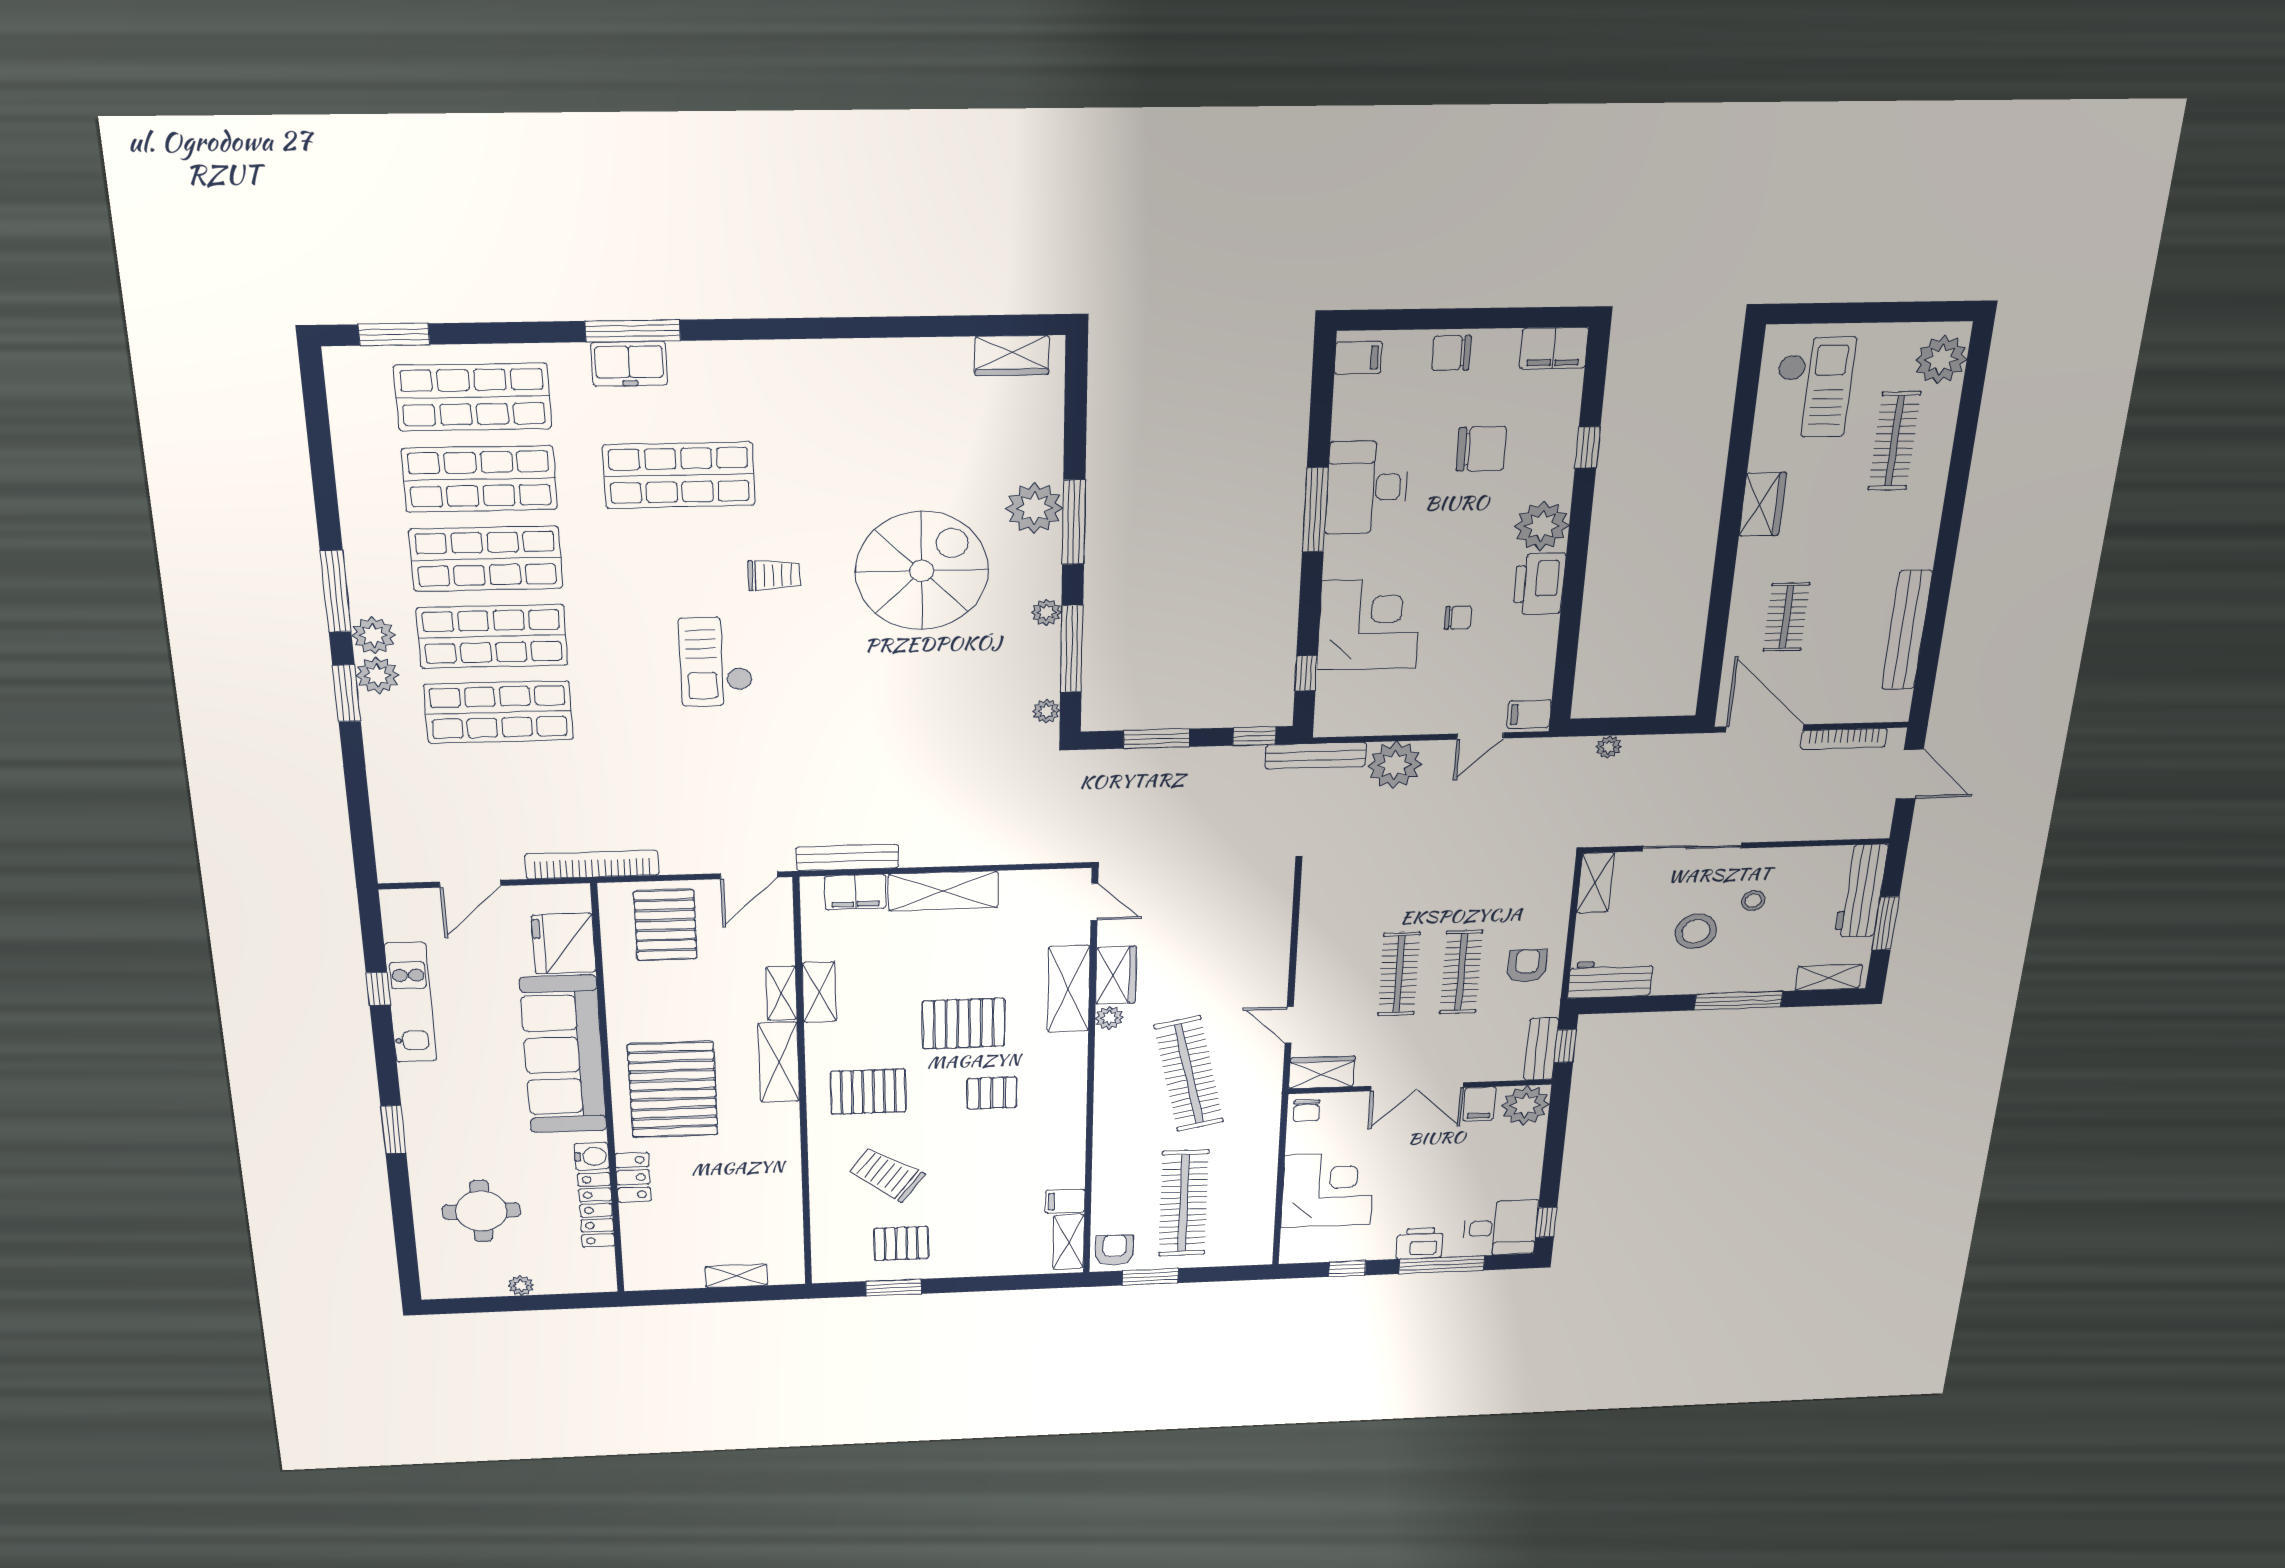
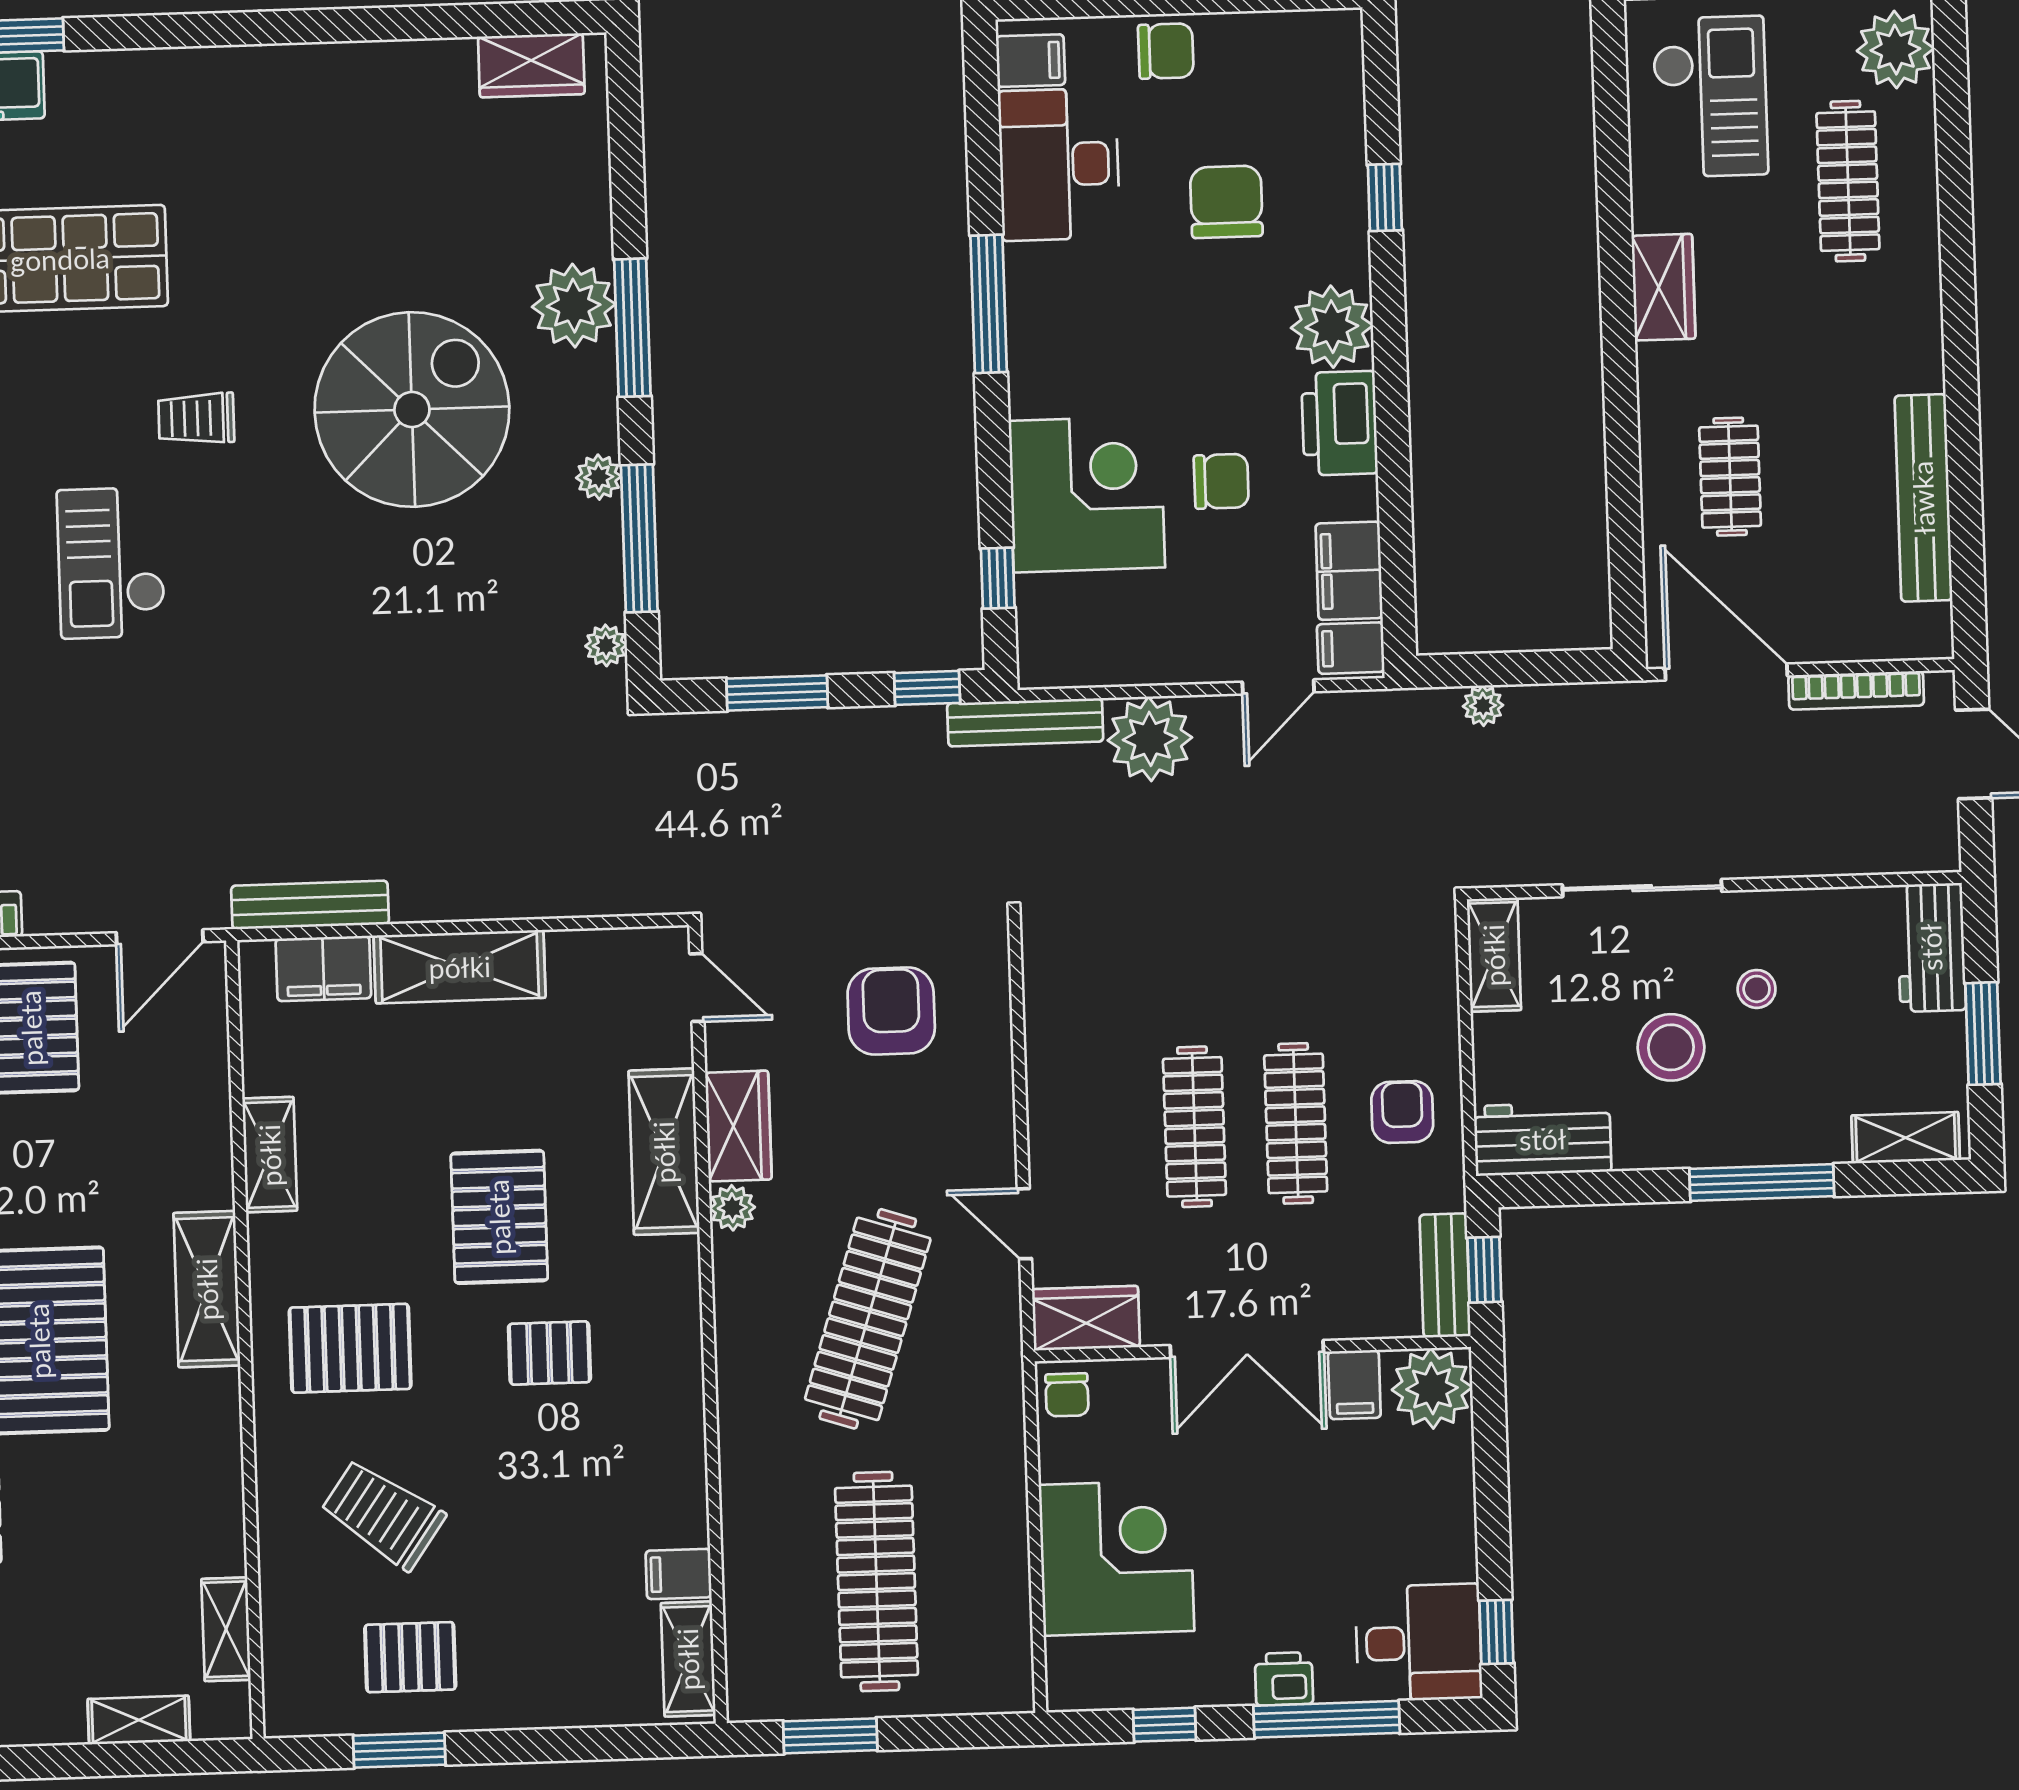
filing cabinet: (1554, 348) -> (1349, 571), moved, turned 90
chair: (1451, 353) -> (1166, 51), turned 180
chair: (1481, 449) -> (1226, 202), turned -90
desk: (1367, 487) -> (1059, 164), moved
trolley: (774, 575) -> (196, 418), turned 180
chair: (1458, 618) -> (1221, 481), width x1.37, depth x1.37
workbench: (1861, 891) -> (1931, 947), width x0.73
shelving: (781, 993) -> (226, 1629), moved
pallet: (964, 1024) -> (499, 1217), turned 90
clothes rail: (1189, 1074) -> (868, 1319), turned 30
printer: (1420, 1243) -> (1284, 1679), width x0.73, depth x0.81
armchair: (1115, 1250) -> (891, 1011), moved, width x1.38, depth x1.38

